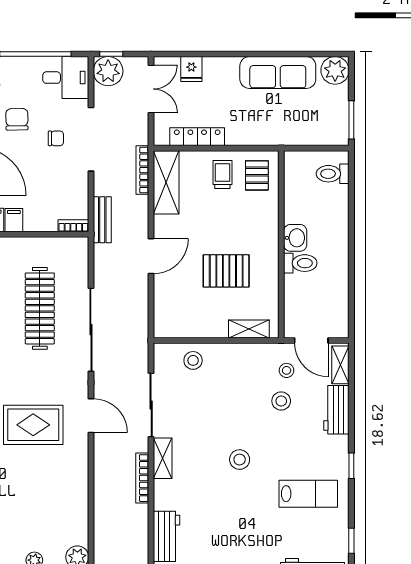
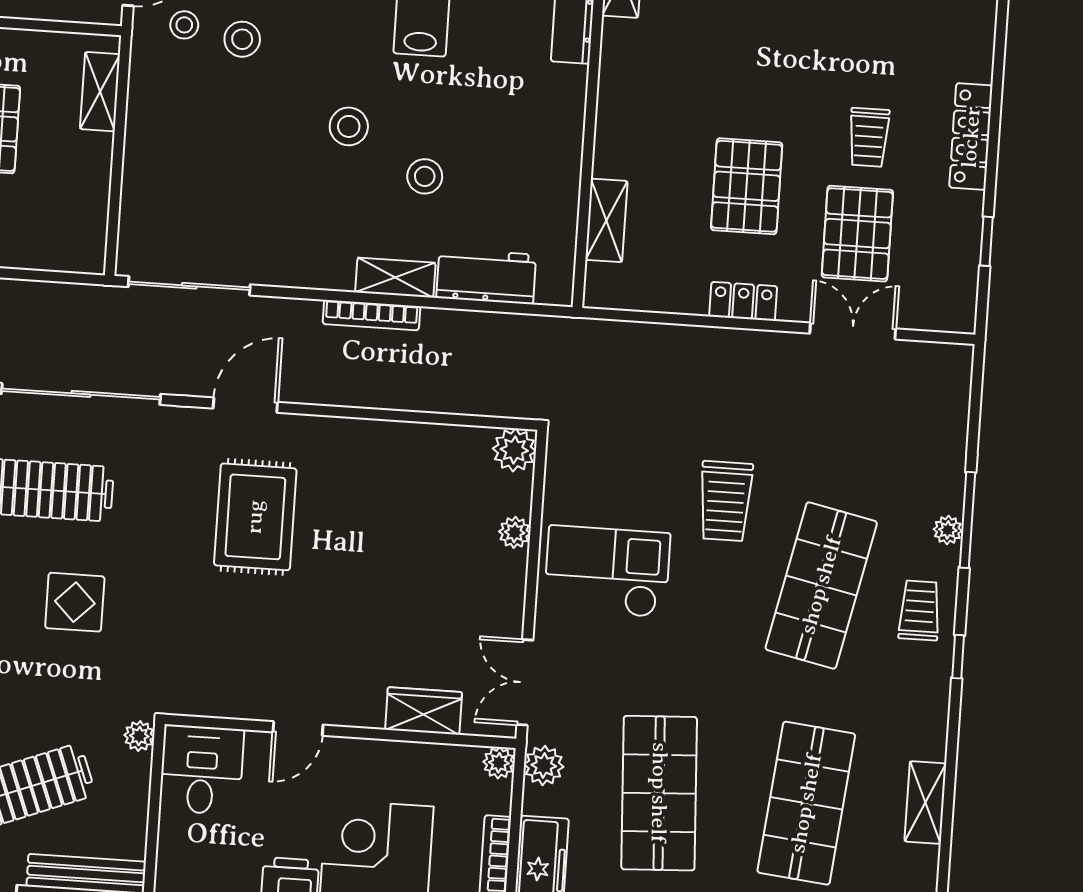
stool: (193, 360) -> (425, 176), moved
sliding door: (151, 405) -> (189, 286), moved
shelving: (163, 458) -> (395, 278), moved

